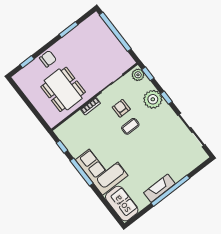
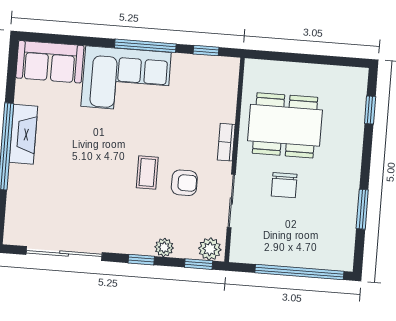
chair: (48, 59) -> (284, 185), moved
plant: (153, 99) -> (164, 247), width x0.53, depth x0.53

